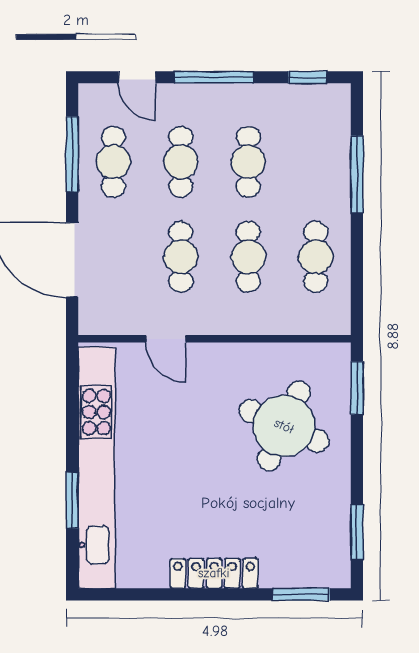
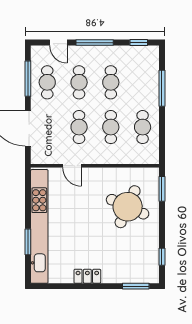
window: (357, 532) -> (162, 257), width x0.67
locker: (214, 573) -> (87, 276), width x0.66

